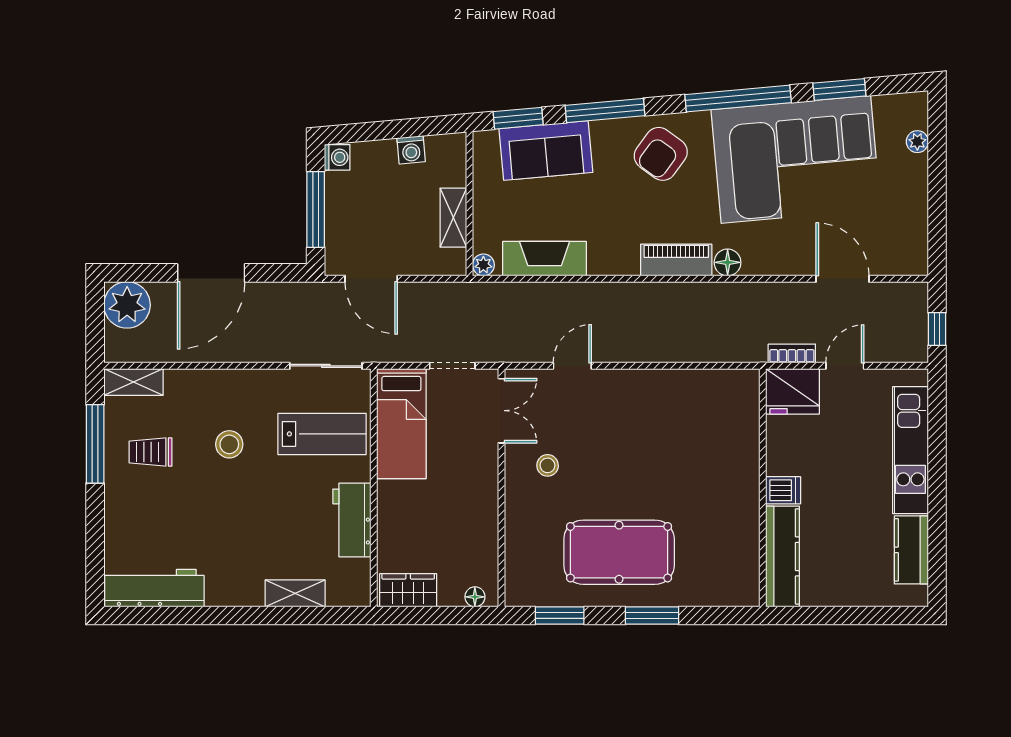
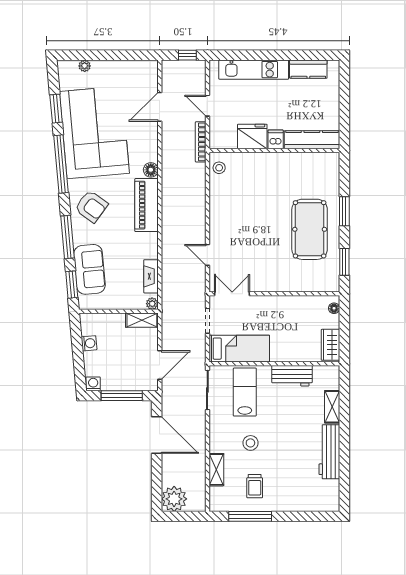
shelving: (453, 218) -> (142, 320), moved
fireplace: (545, 259) -> (151, 276), width x0.73, depth x0.76
piano: (676, 260) -> (147, 205), width x1.37, depth x1.33
door: (211, 273) -> (157, 435), moved
bookcase: (792, 353) -> (201, 142), width x1.56
shelving: (133, 382) -> (216, 470), moved
fridge: (792, 391) -> (252, 136), moved, turned -90
stool: (548, 465) -> (219, 168), moved
workbench: (154, 588) -> (329, 452), moved

